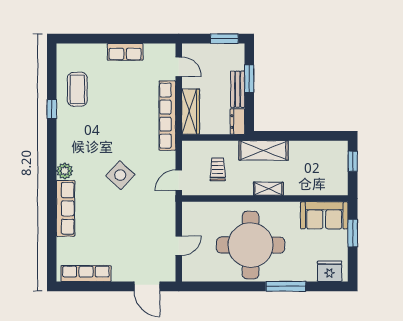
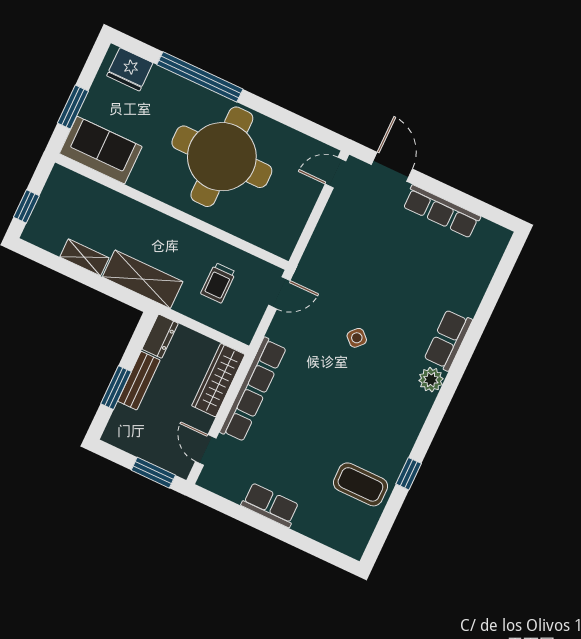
window: (224, 39) -> (153, 473), moved
coffee table: (77, 89) -> (360, 484), turned 90
side table: (120, 175) -> (357, 338), width x0.54, depth x0.54
shelving: (268, 189) -> (84, 257), moved
row of seats: (66, 208) -> (448, 340), width x0.68
door: (179, 246) -> (336, 173), moved
row of seats: (86, 274) -> (441, 212), moved
window: (286, 286) -> (200, 77), width x1.46

